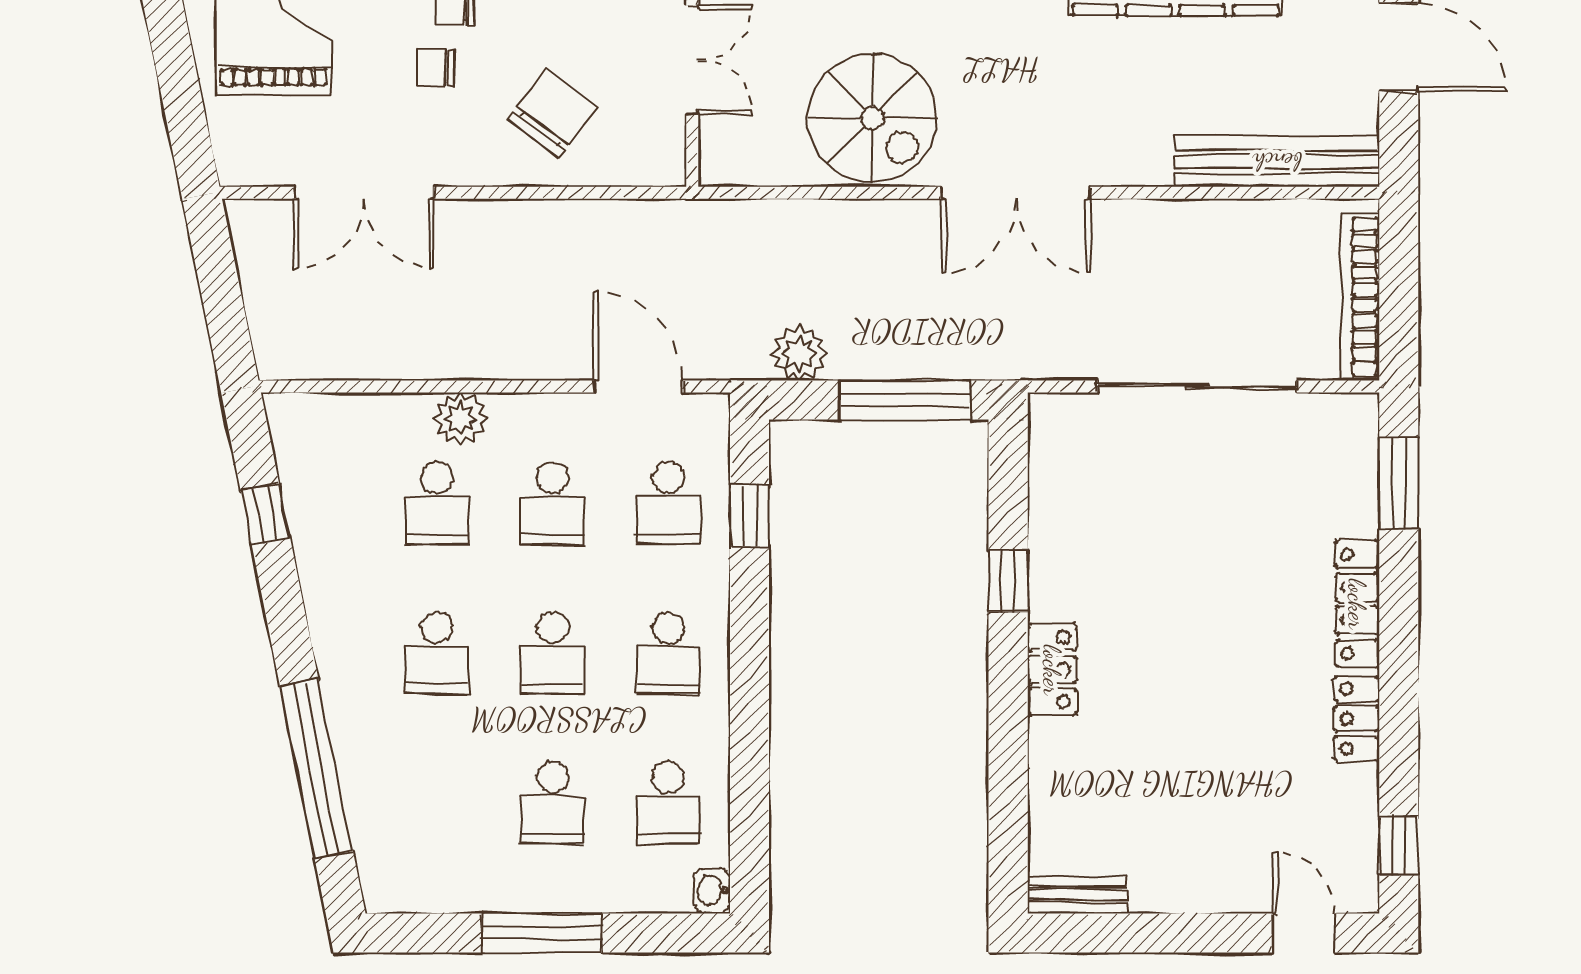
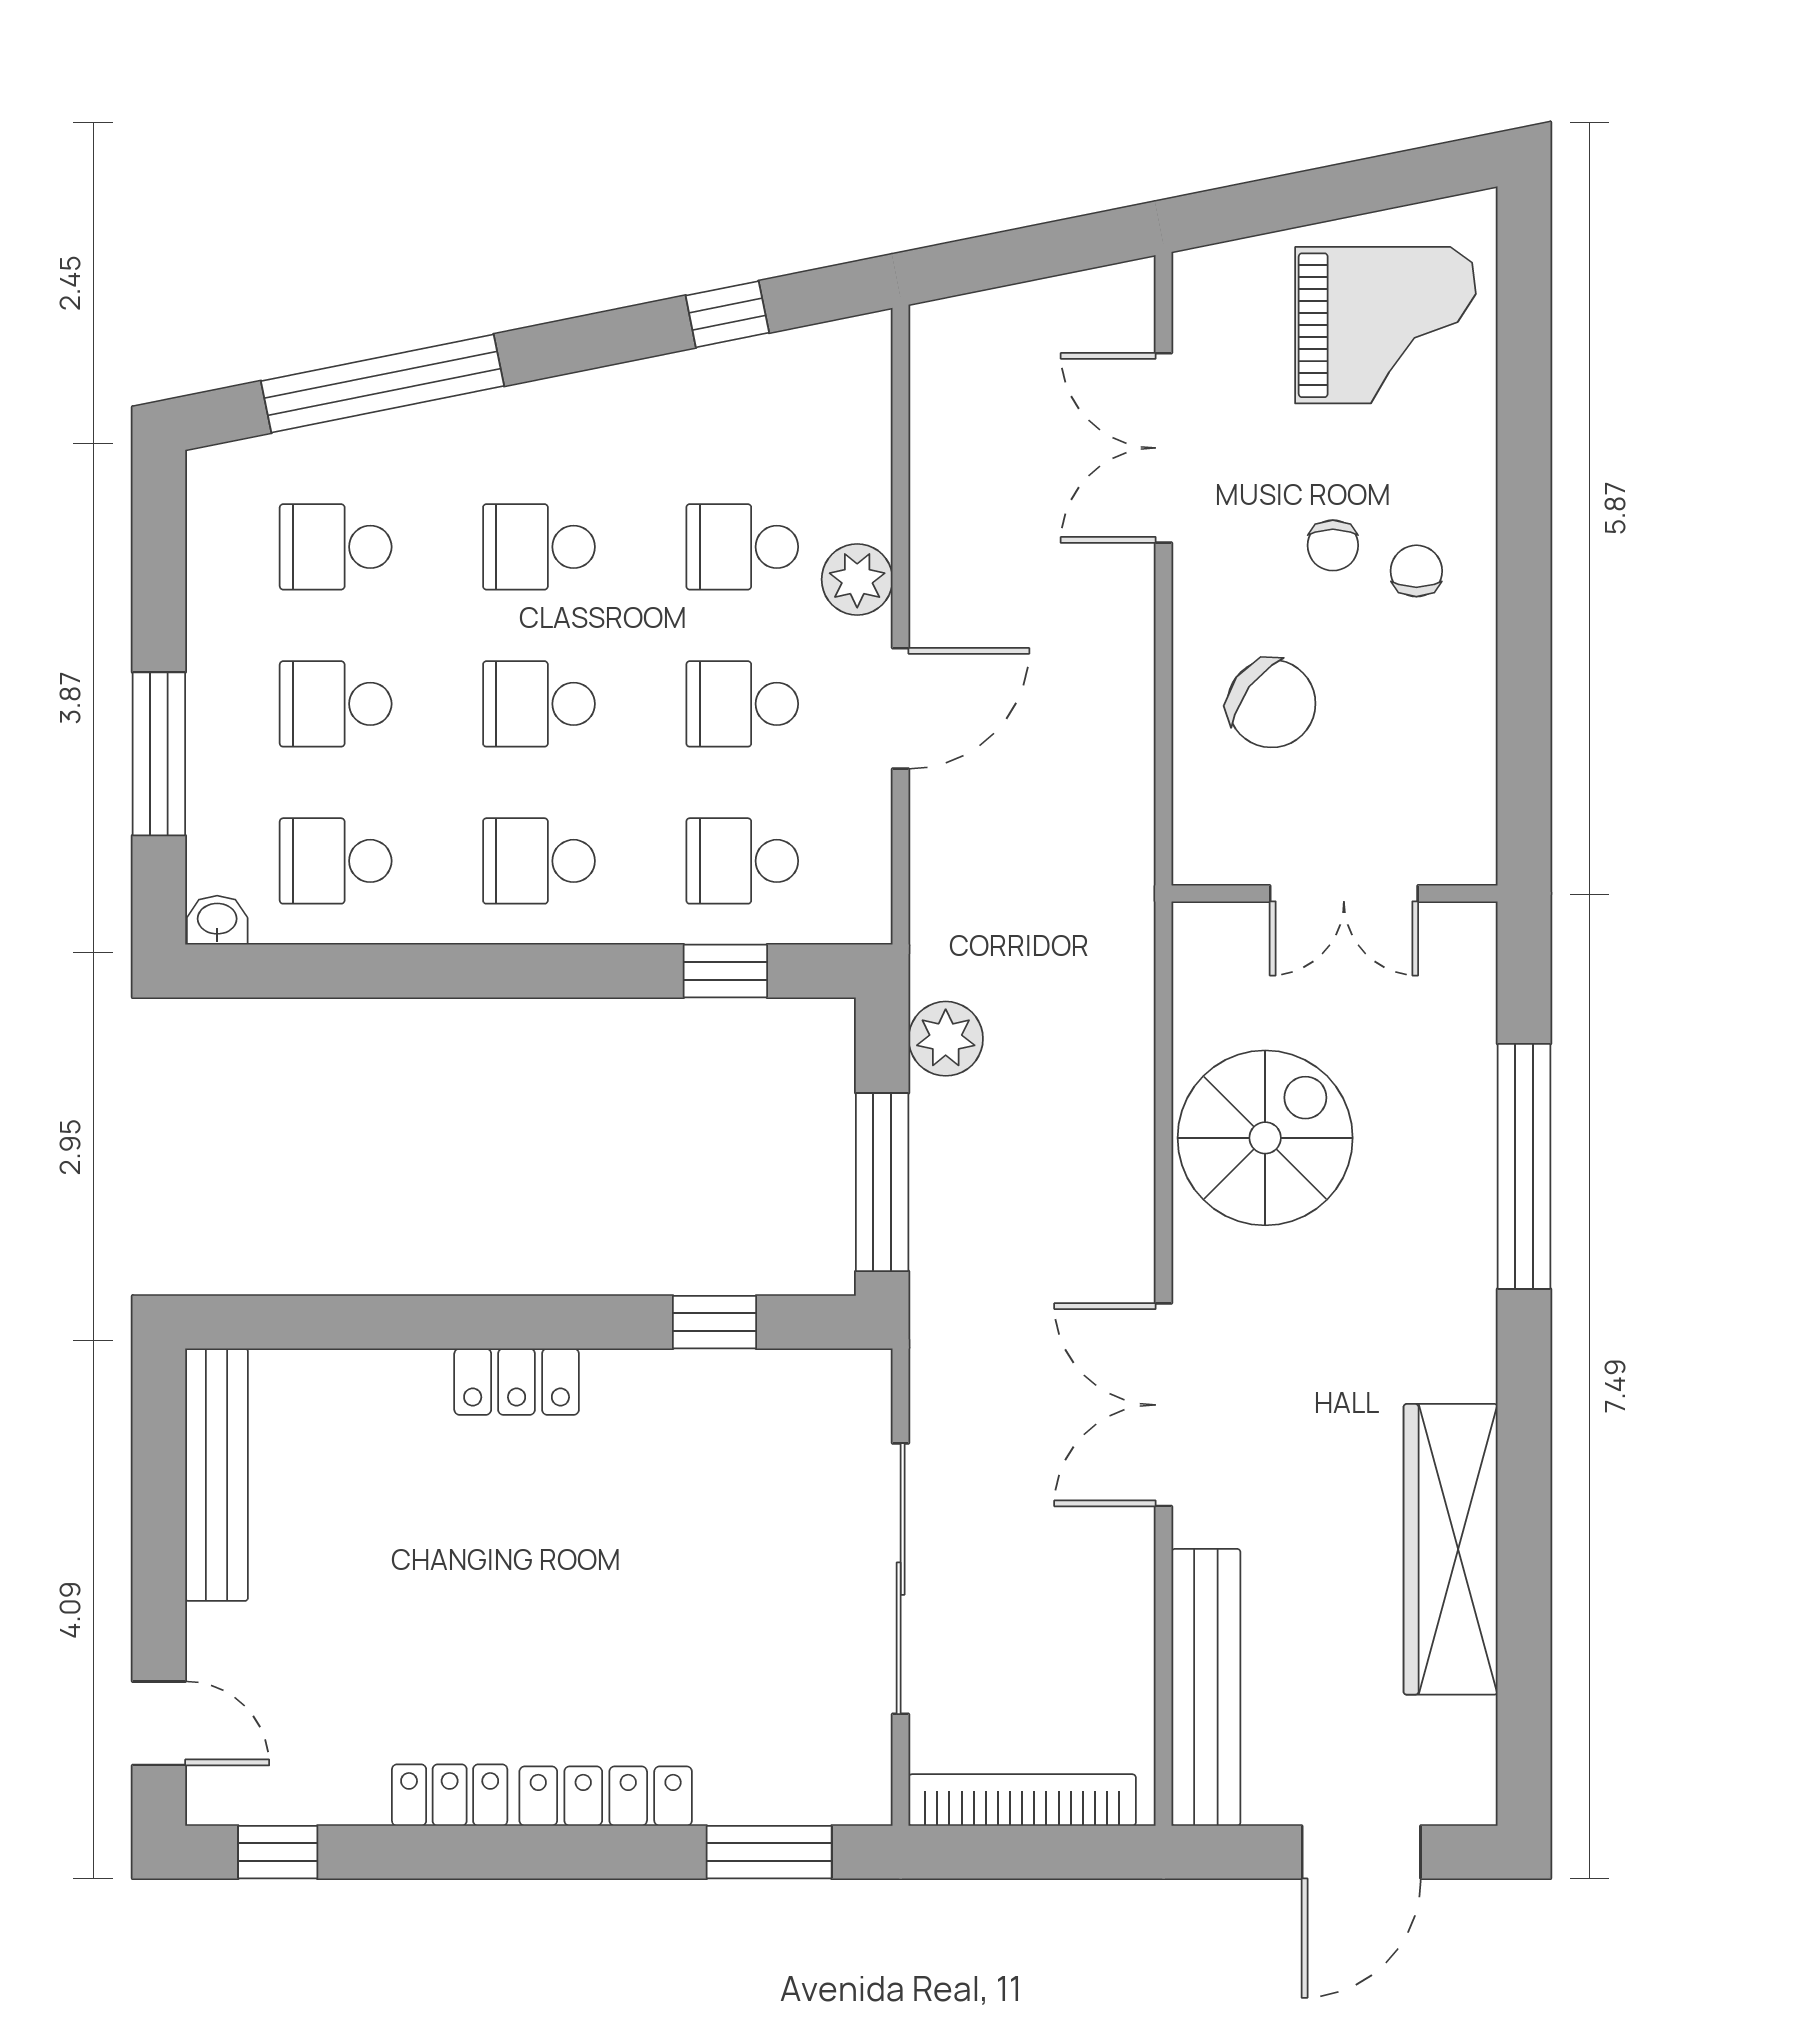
chair: (436, 68) -> (1333, 545), turned 180
spiral stairs: (872, 118) -> (1265, 1138), turned 180
double door: (1016, 193) -> (1164, 1405), moved
door: (638, 387) -> (901, 708), moved
window: (1008, 581) -> (714, 1322), moved
school desk: (437, 803) -> (336, 547), added
bench: (1077, 895) -> (217, 1475), width x1.86, depth x1.21
window: (542, 933) -> (159, 754), moved
door: (1304, 933) -> (159, 1723), hinge flipped

